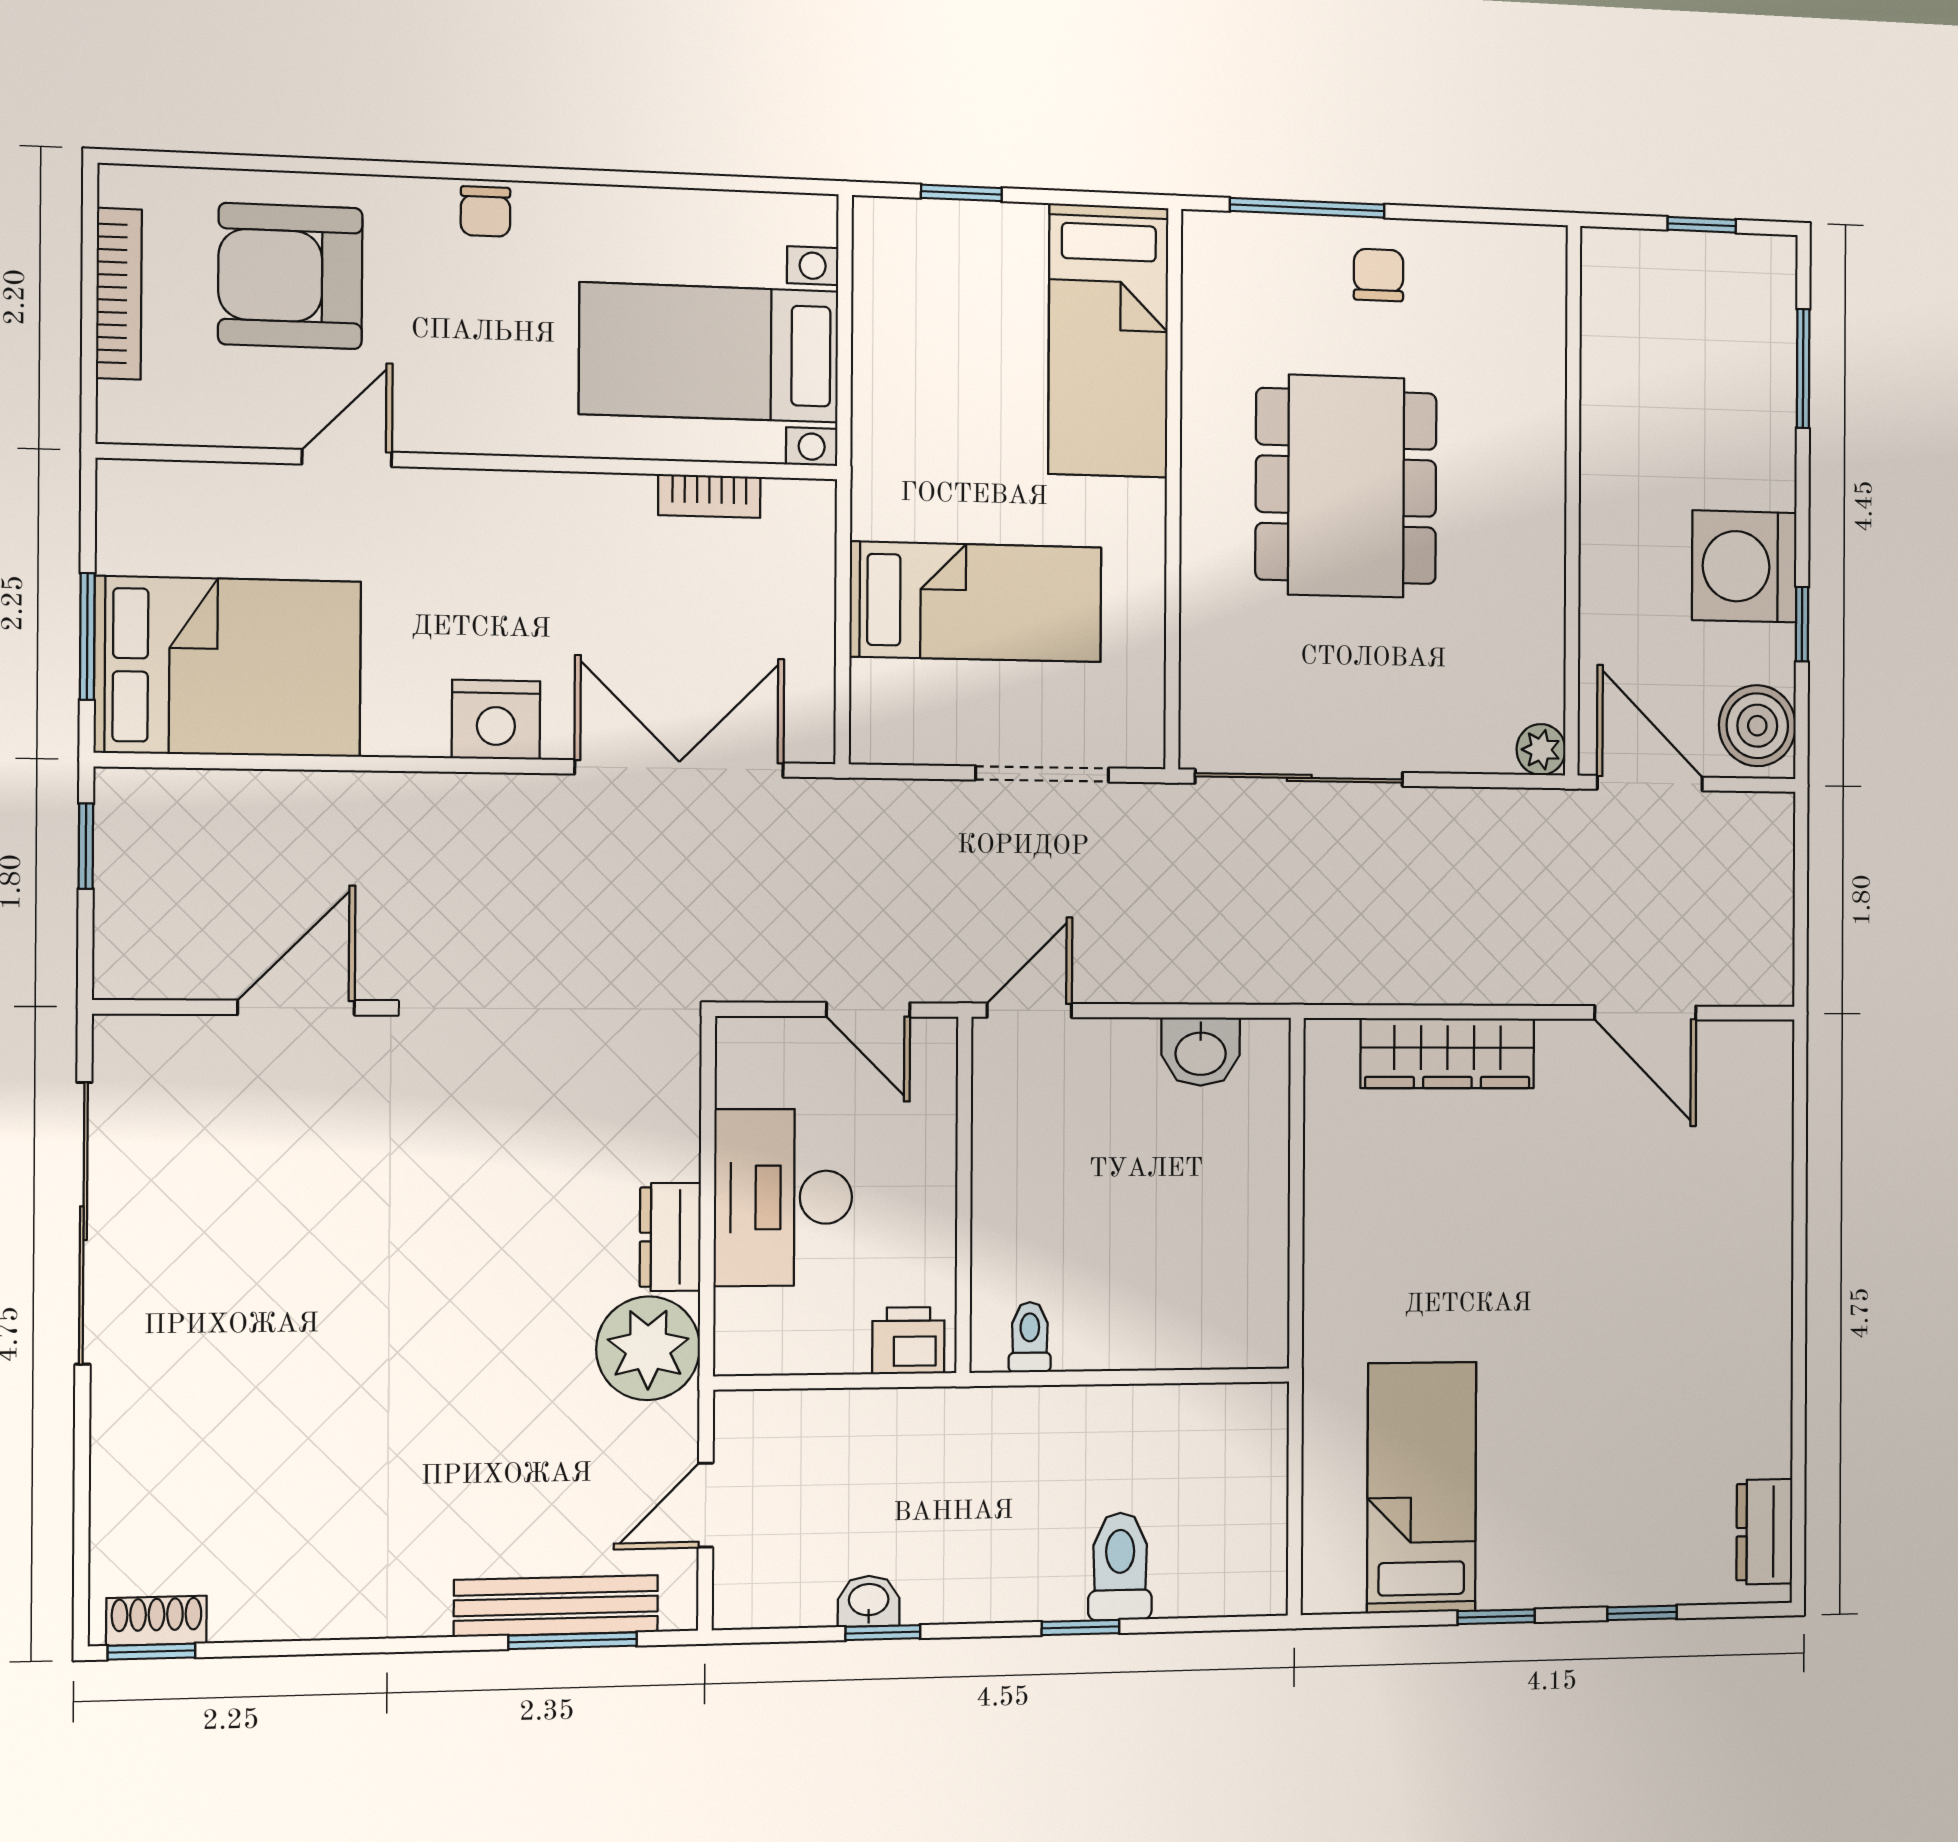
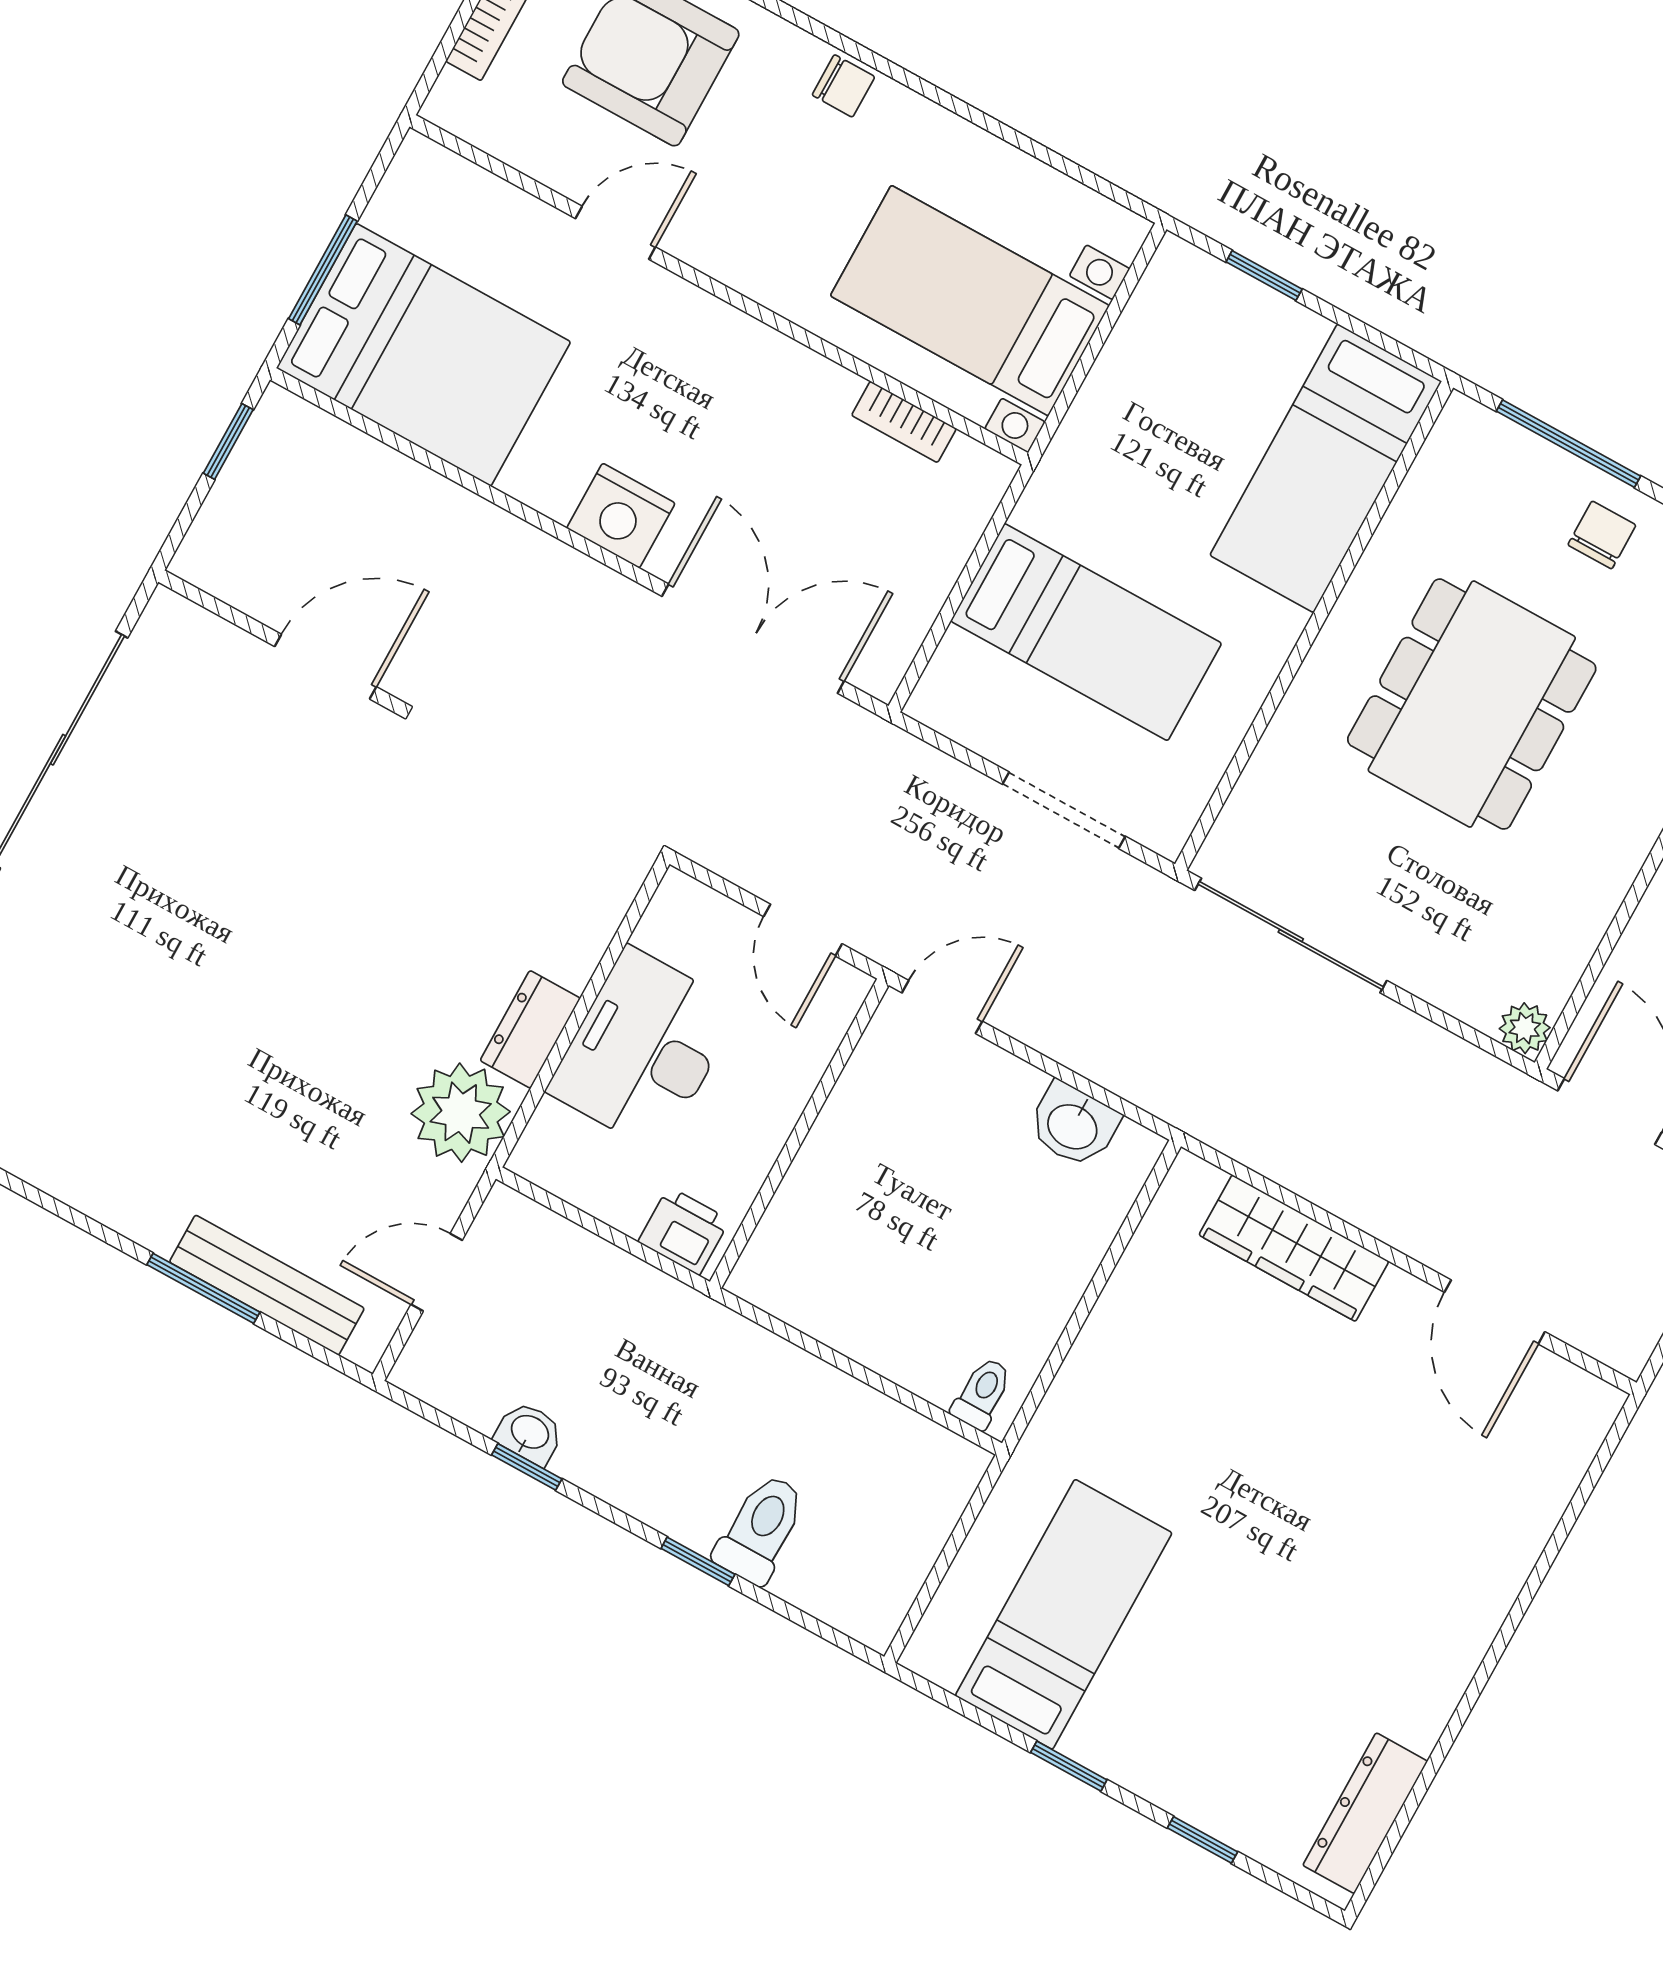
chair: (485, 212) -> (843, 86), turned -90
toilet: (1030, 1337) -> (982, 1393), moved
dresser: (1764, 1532) -> (1365, 1813), width x1.44
window: (573, 1641) -> (203, 1288), moved

